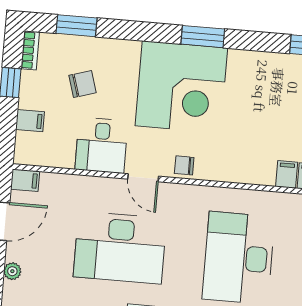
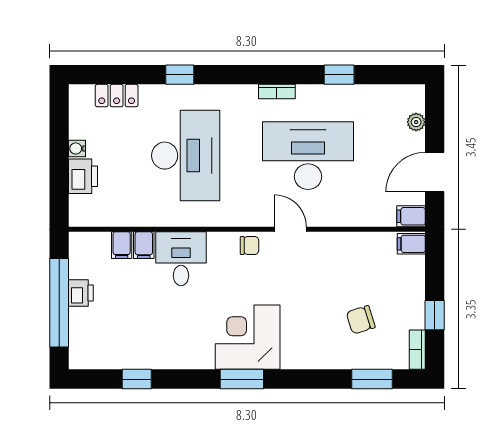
corner desk: (181, 87) -> (248, 337), width x0.74, depth x0.74
filing cabinet: (30, 121) -> (411, 244), moved
desk: (101, 145) -> (181, 259), moved

